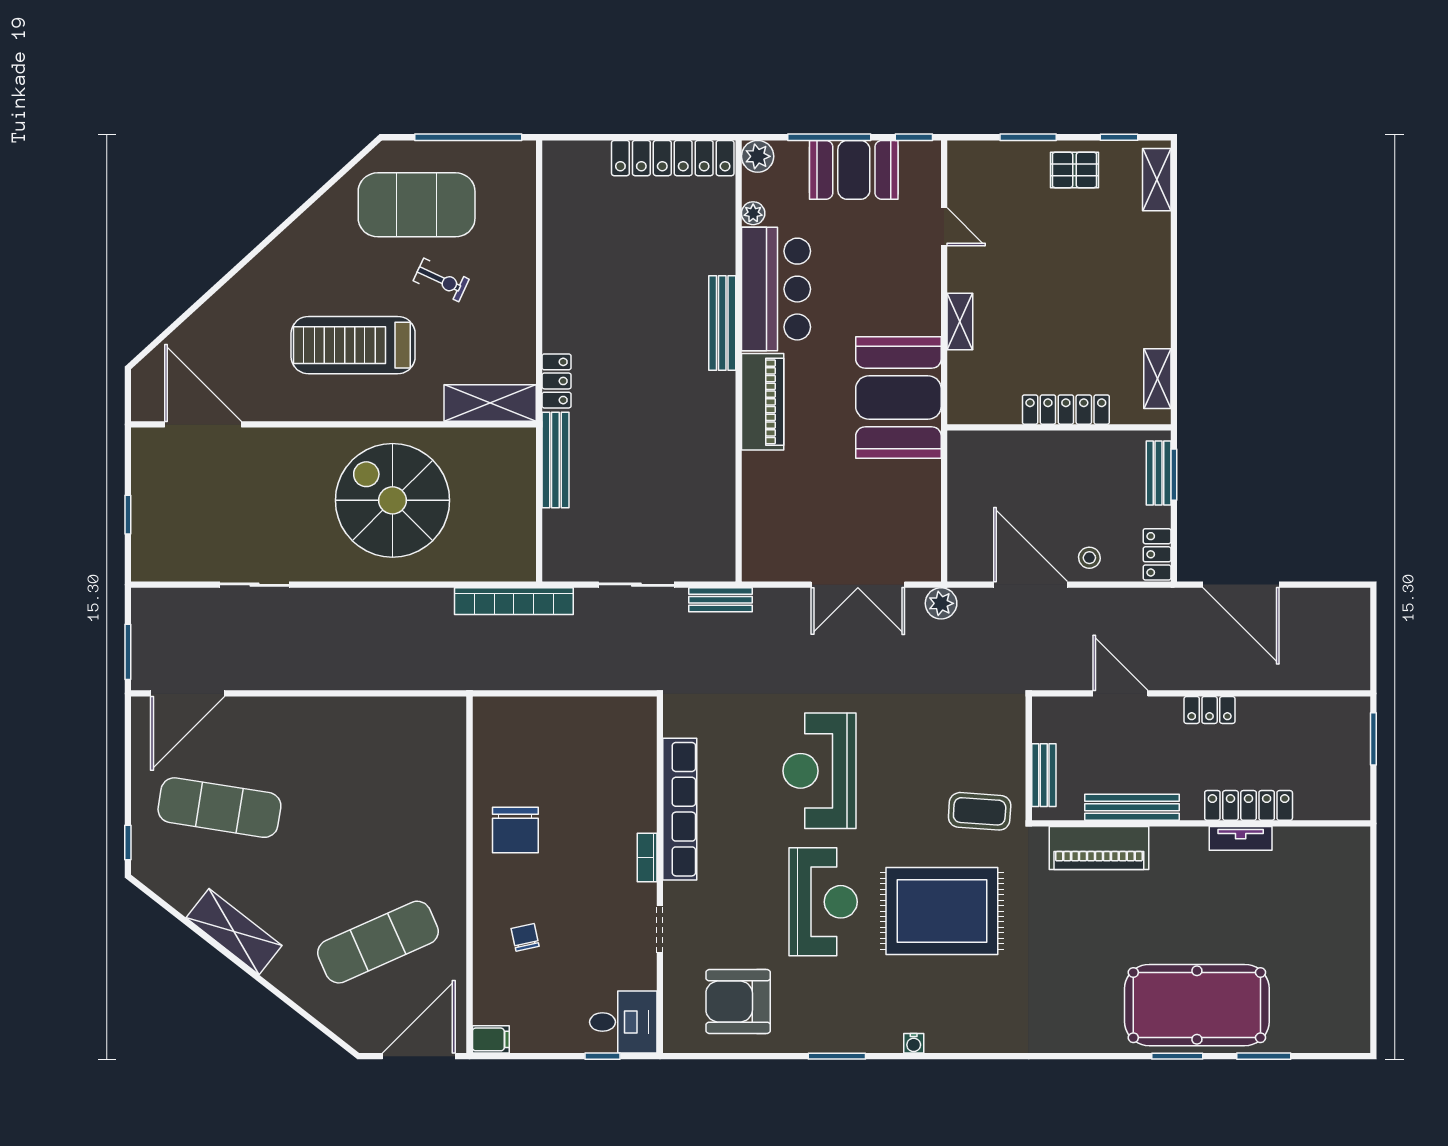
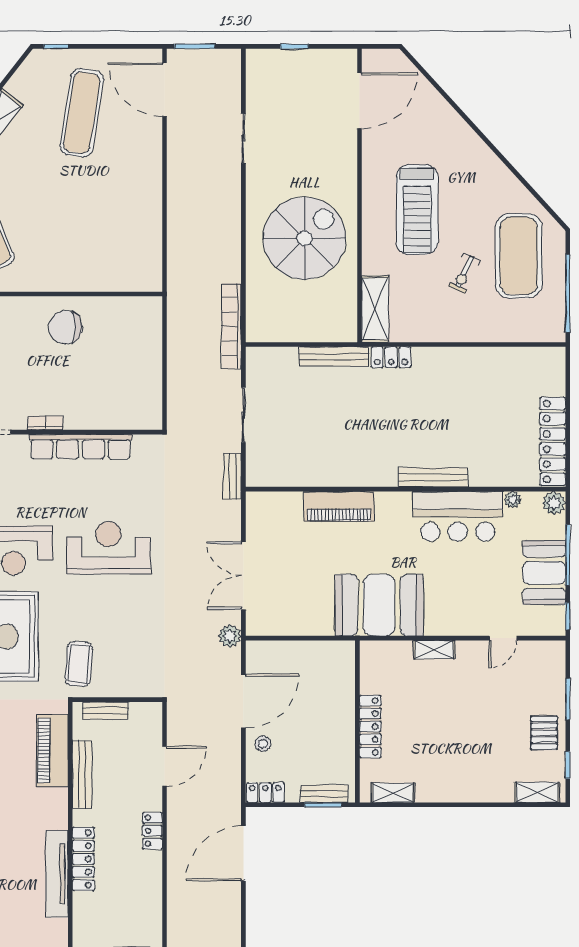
treadmill: (353, 345) -> (417, 210), turned 180
piano: (763, 402) -> (339, 507), moved
tv unit: (1241, 838) -> (57, 874), width x1.92, depth x1.29

